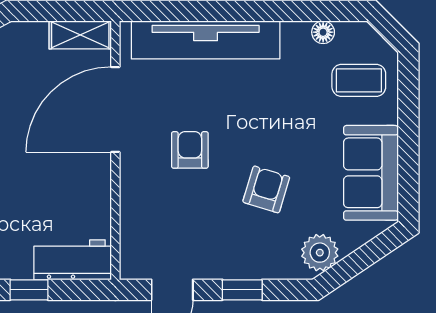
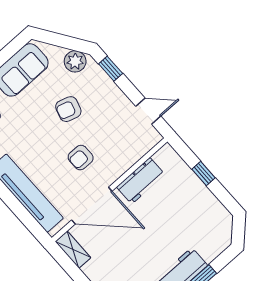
workbench: (73, 260) -> (141, 181), moved, turned -90
window: (242, 290) -> (111, 69), moved

